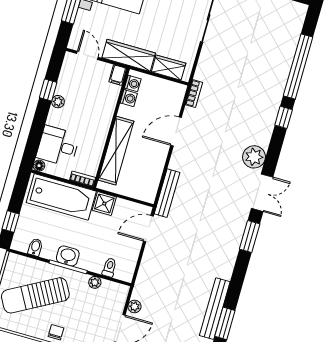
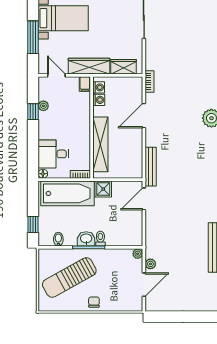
plant: (58, 102) -> (43, 106), moved
toilet: (109, 267) -> (100, 239), moved
plant: (95, 282) -> (138, 254), moved

